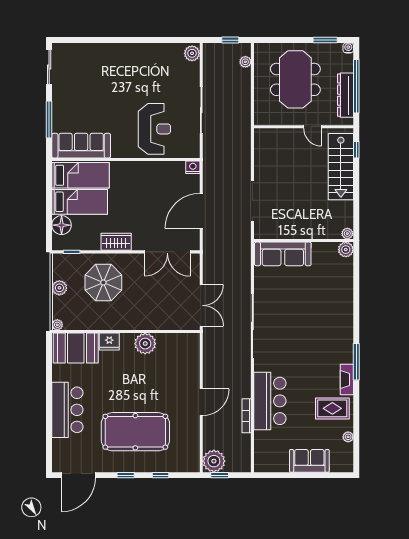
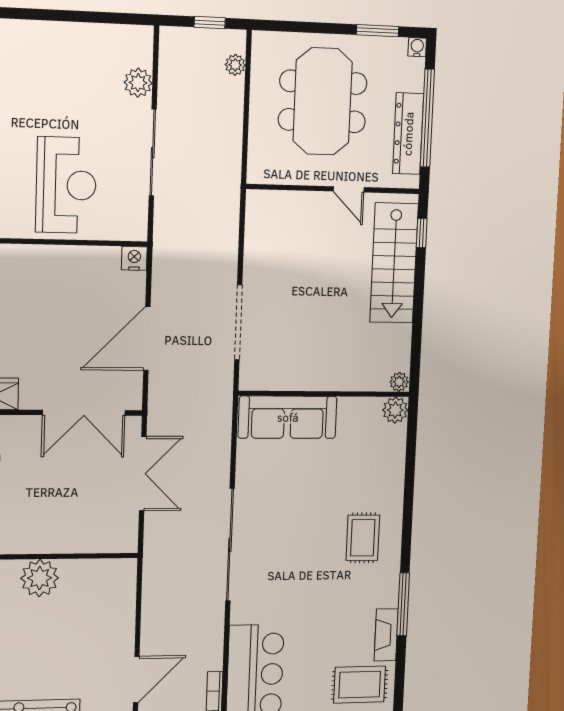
plant: (192, 53) -> (138, 83), moved
double door: (201, 305) -> (143, 474), moved
rug: (330, 323) -> (363, 538), added

